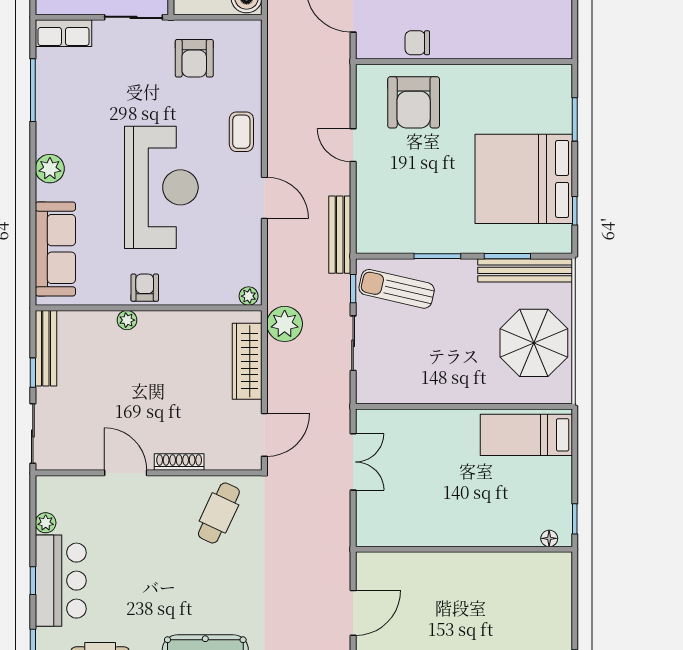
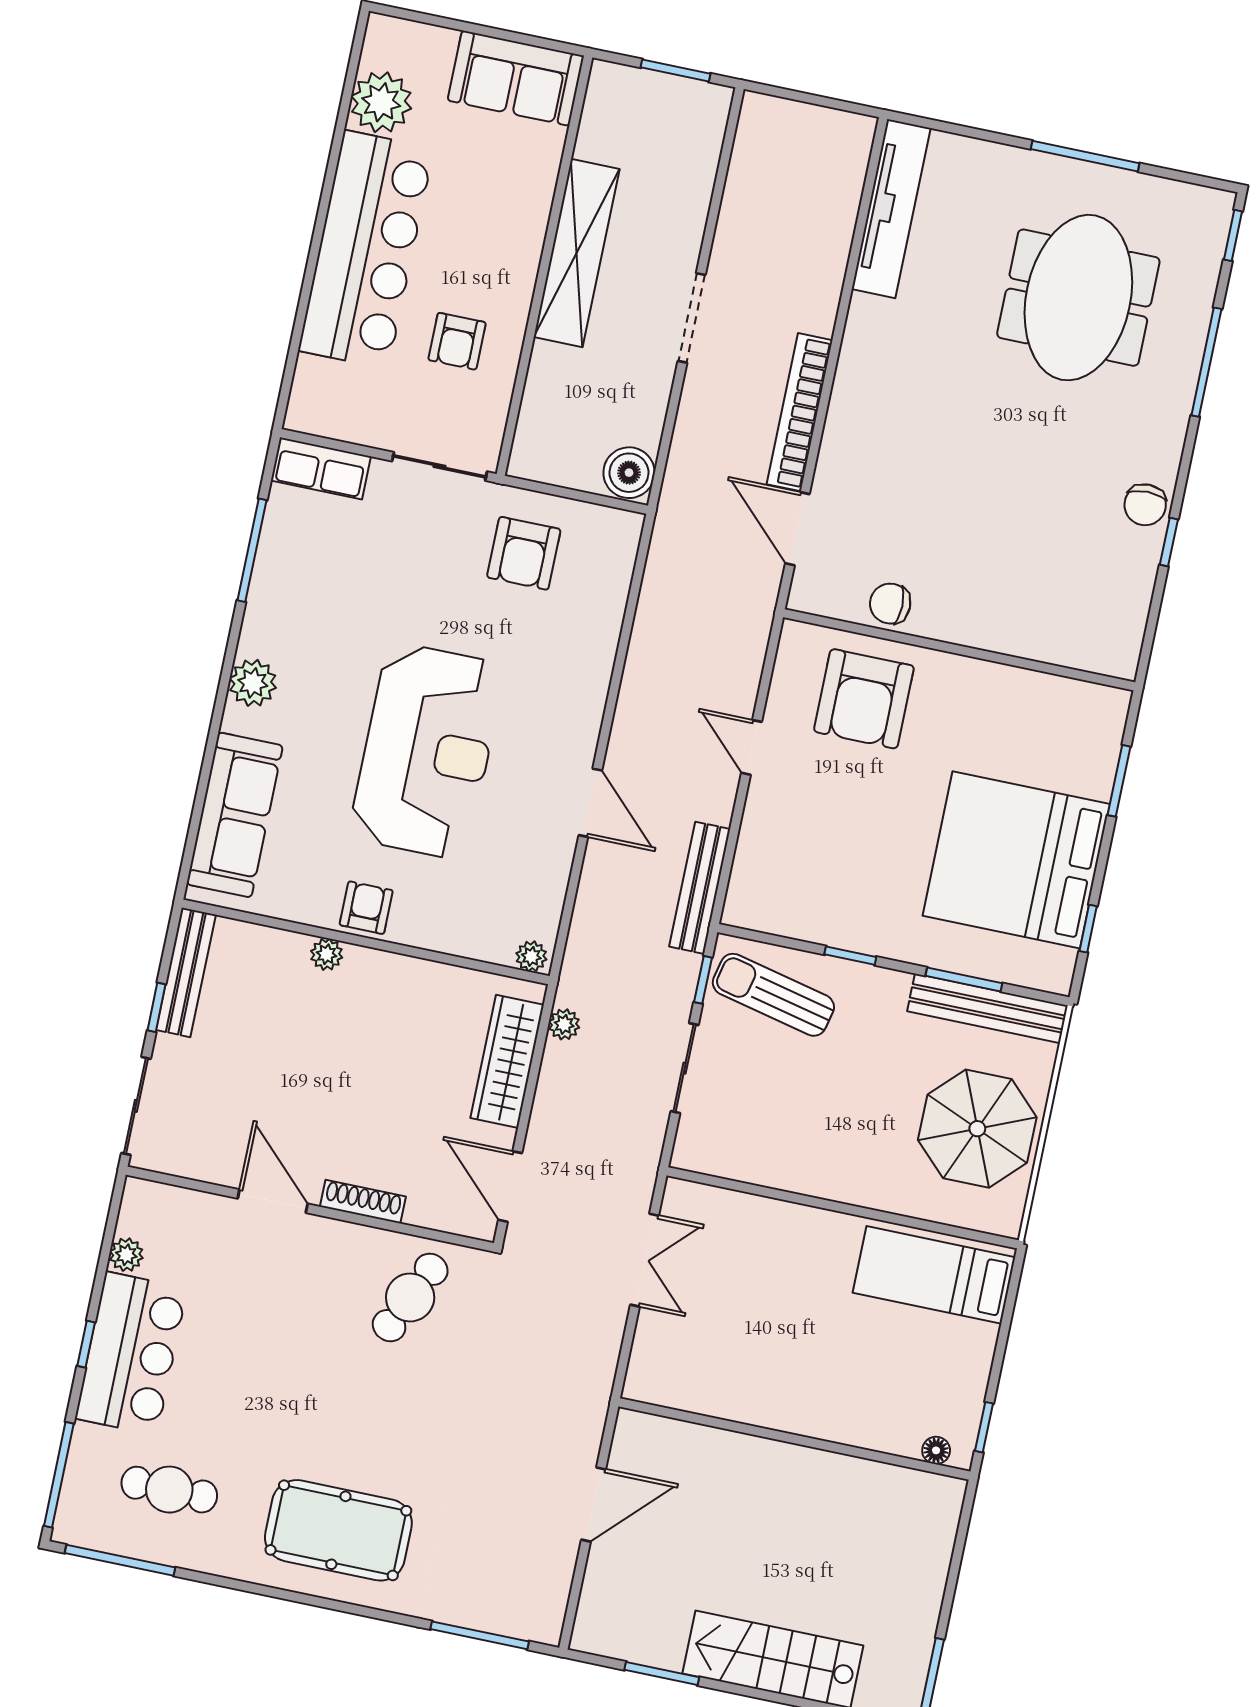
coffee table: (241, 132) -> (575, 688), removed
window: (437, 256) -> (850, 956), width x0.67
plant: (285, 324) -> (564, 1024), width x0.53, depth x0.53
door: (264, 435) -> (510, 1187), swing flipped

